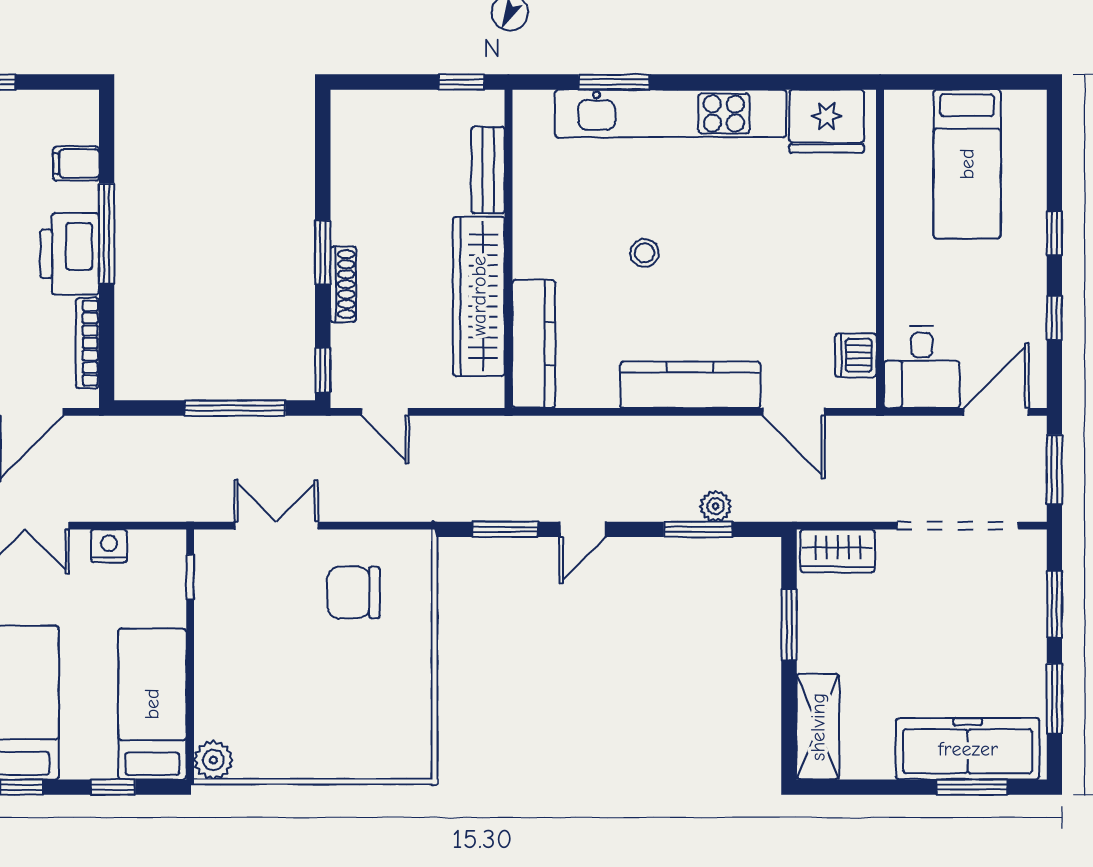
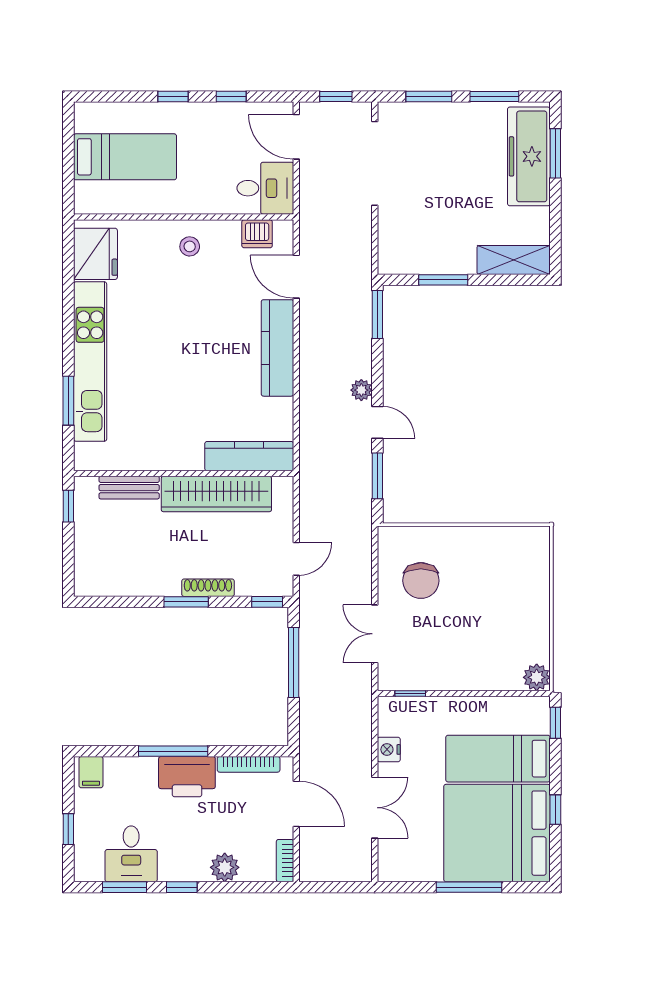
filing cabinet: (76, 164) -> (91, 772), moved
stool: (645, 253) -> (190, 246), moved
door: (794, 412) -> (296, 277), swing flipped
window: (1054, 470) -> (336, 97), width x0.67
plant: (716, 506) -> (361, 390), moved
window: (698, 529) -> (377, 314), moved
wardrobe: (838, 551) -> (392, 246), removed
bed: (152, 704) -> (498, 759), moved
window: (113, 787) -> (555, 723), moved

